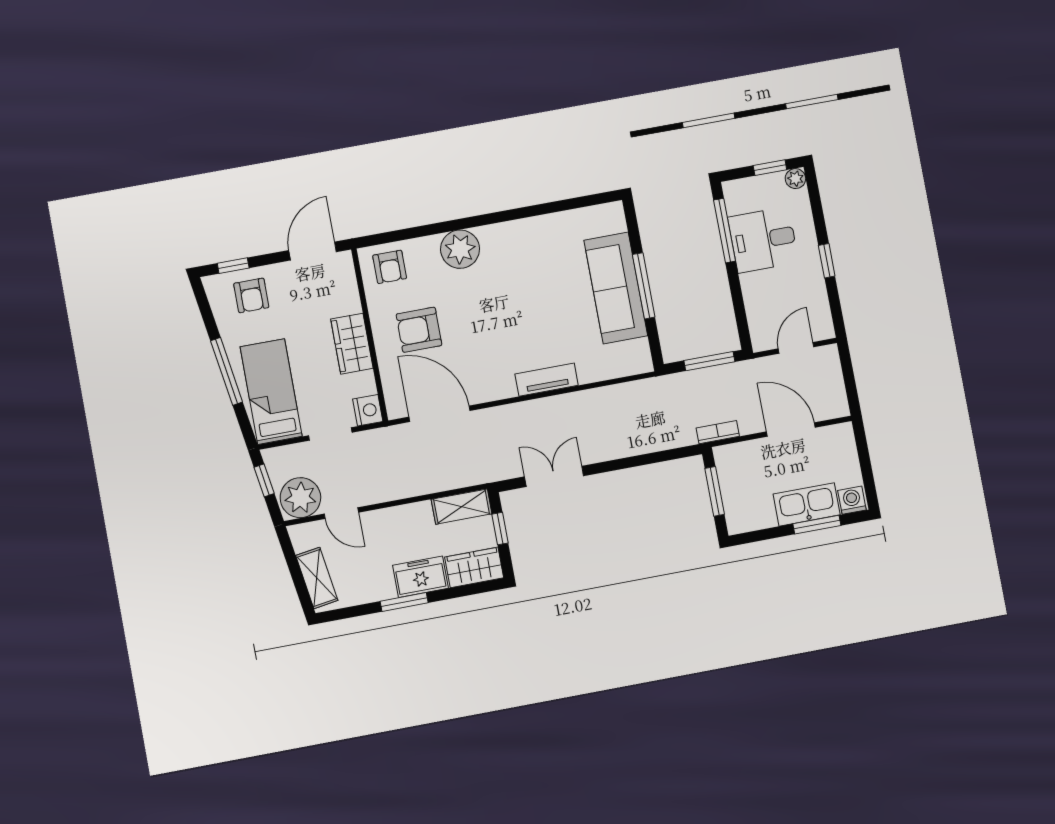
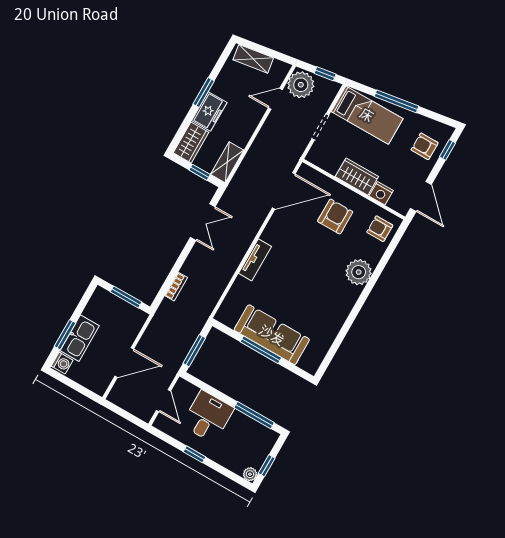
desk: (763, 240) -> (208, 417), moved
nightstand: (368, 410) -> (381, 193), moved
bookcase: (718, 432) -> (176, 287), moved

